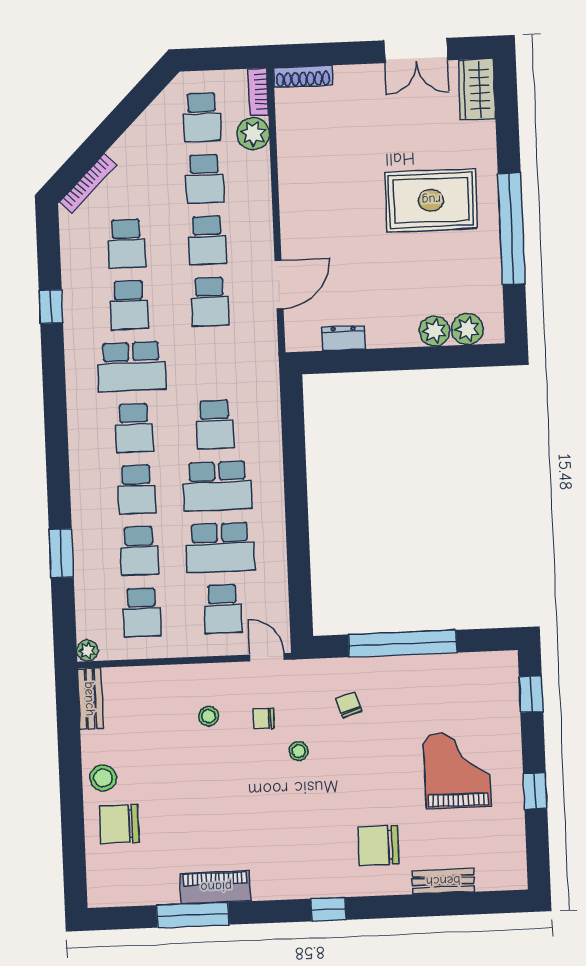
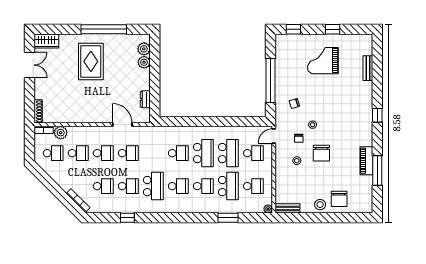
school desk: (139, 551) -> (228, 186), width x1.85
chair: (378, 845) -> (321, 153), moved

